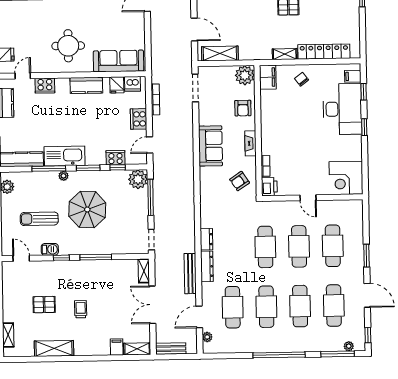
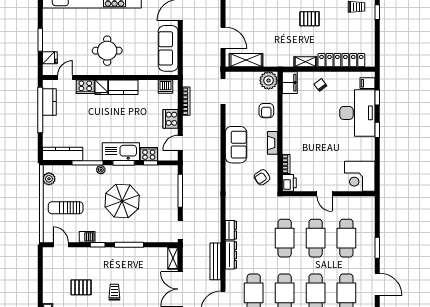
sofa: (118, 61) -> (168, 48), moved, turned -90
fridge: (117, 85) -> (101, 87), moved
kitchen sink: (65, 156) -> (121, 152), moved
plant: (138, 179) -> (169, 174), removed
sun lounger: (39, 219) -> (66, 208), moved

